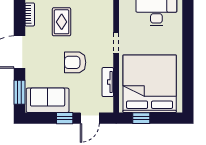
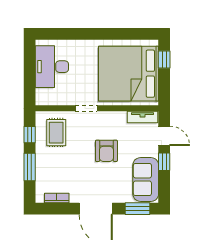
rug: (62, 22) -> (56, 133), moved, turned 90
tv unit: (108, 82) -> (142, 117), moved
window: (141, 118) -> (164, 60), moved

